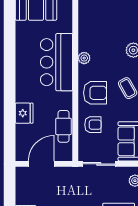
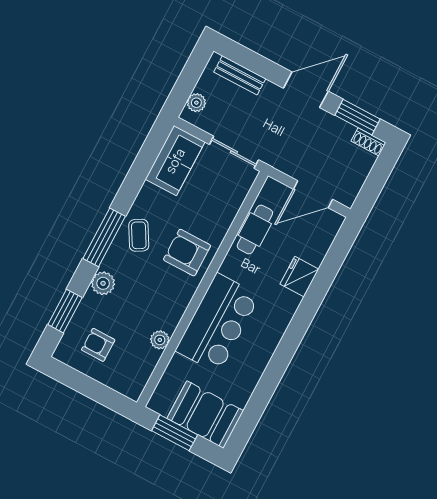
plant: (84, 58) -> (160, 340), moved
armchair: (93, 125) -> (98, 345), moved

